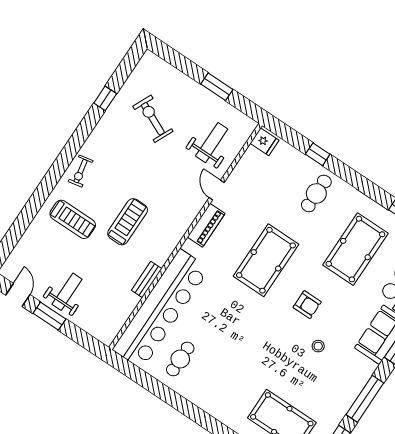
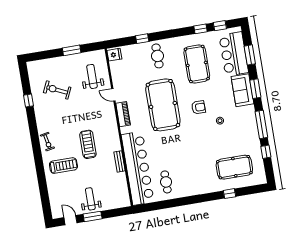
pool table: (266, 260) -> (163, 105), width x1.36, depth x1.32

